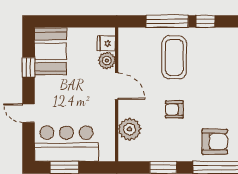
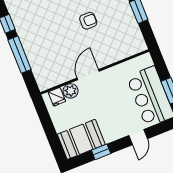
coffee table: (174, 57) -> (46, 37), removed
armchair: (174, 109) -> (88, 21), turned -90
plant: (130, 129) -> (119, 50), removed

